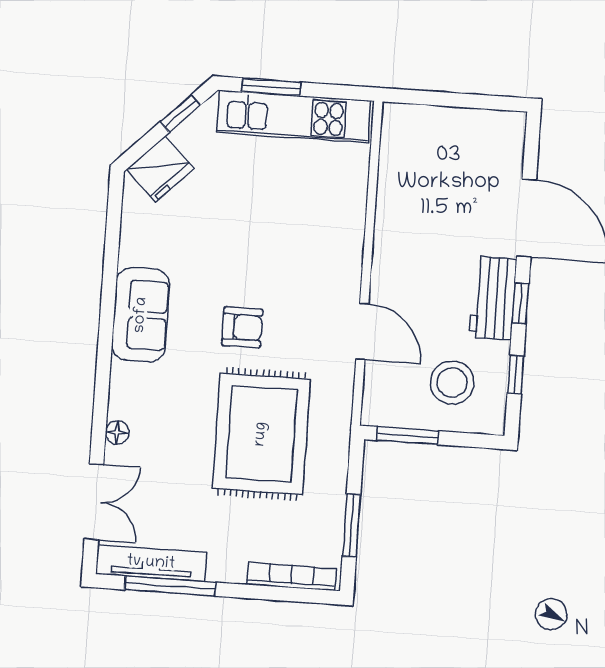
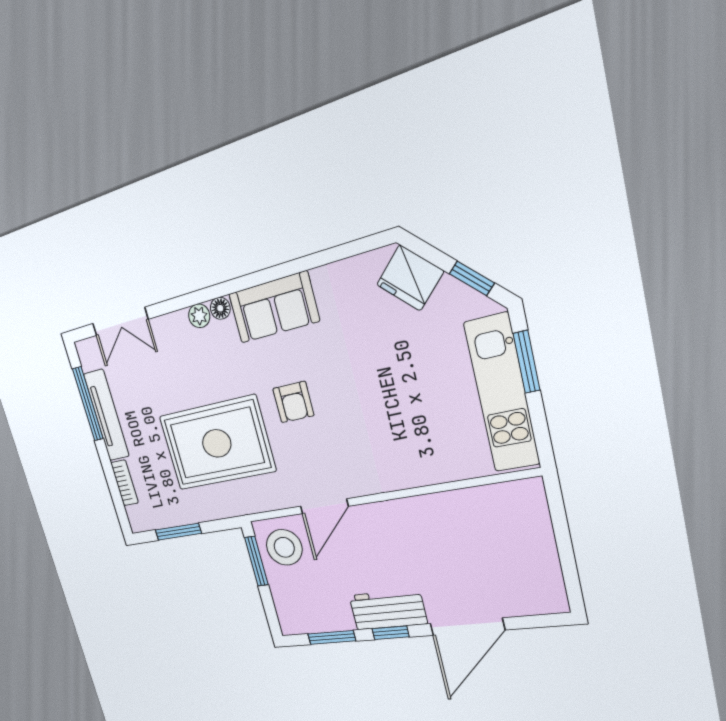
window: (516, 375) -> (332, 637), width x1.50
stool: (452, 383) -> (284, 547), moved
plant: (121, 402) -> (199, 316), added
floor lamp: (117, 433) -> (220, 308), moved
tv unit: (151, 563) -> (106, 415), moved
bookcase: (292, 577) -> (124, 483), width x0.64

